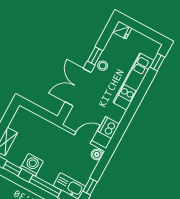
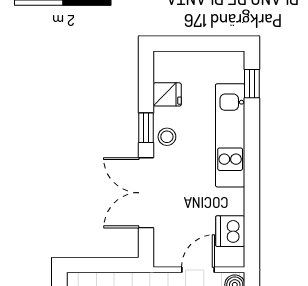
fridge: (122, 30) -> (167, 94), moved

